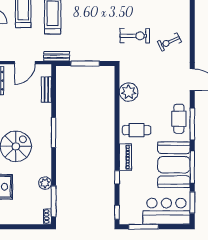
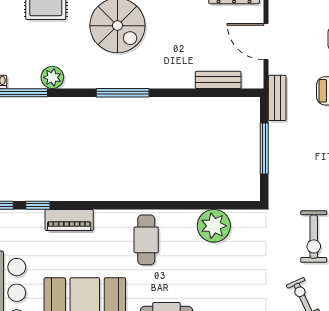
window: (54, 132) -> (123, 93), moved
piano: (125, 157) -> (69, 220), moved
window: (117, 177) -> (38, 205), moved

